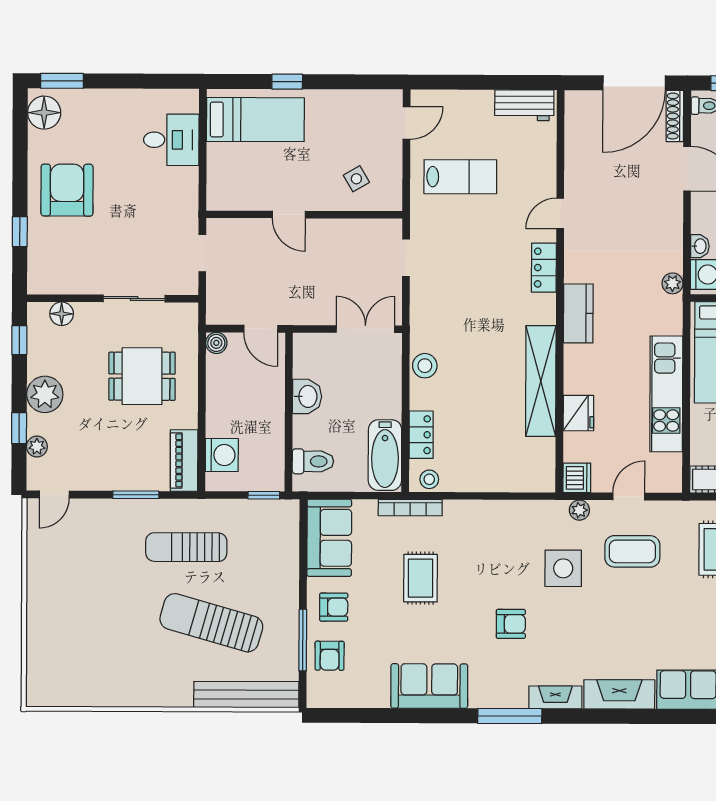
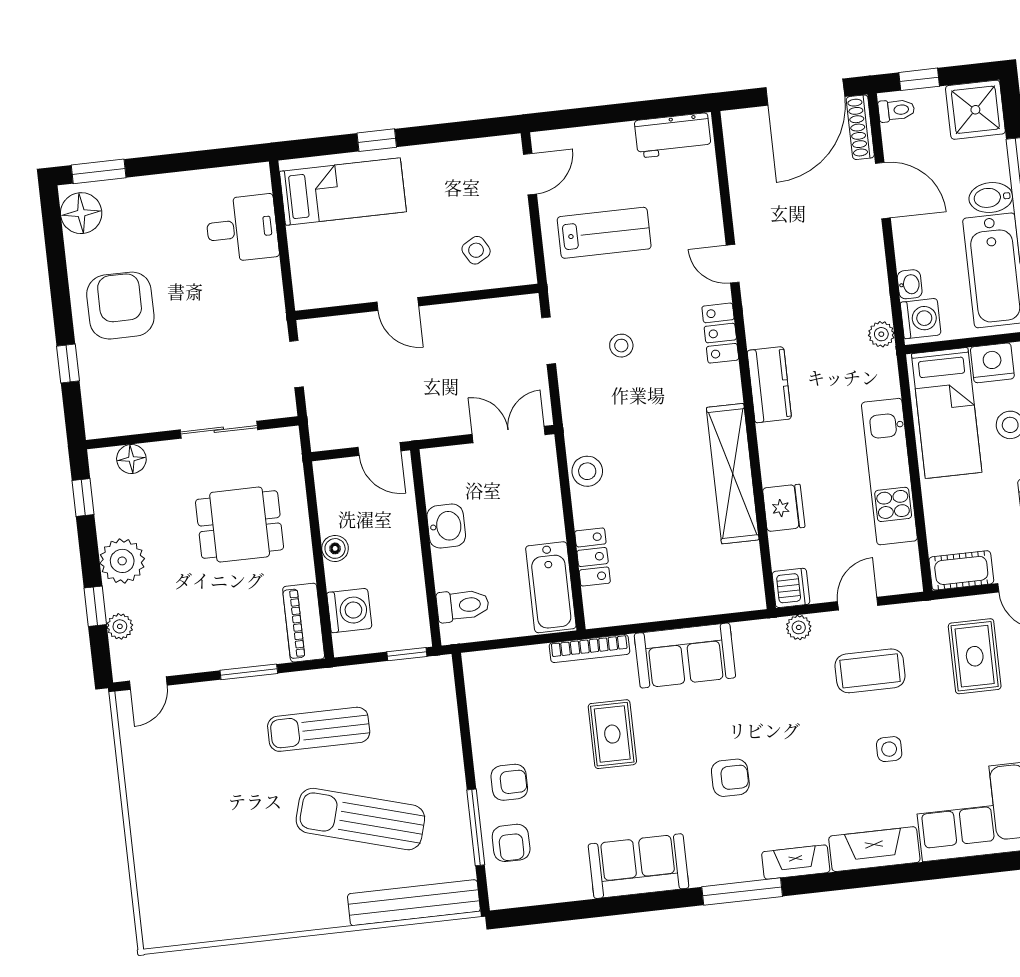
door: (560, 213) -> (733, 264), hinge flipped
boiler: (216, 343) -> (335, 548), moved
stool: (429, 479) -> (621, 346), moved
sofa: (329, 538) -> (685, 656), moved, turned 90
side table: (563, 568) -> (889, 749), moved, width x0.54, depth x0.54

